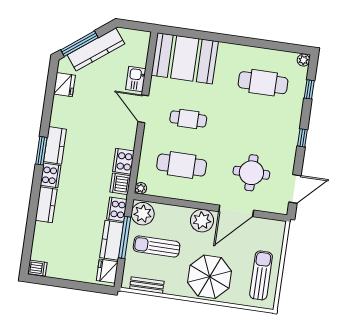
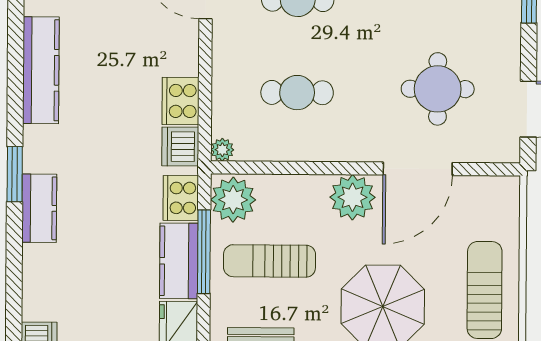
kitchen counter: (55, 145) -> (41, 70), width x1.50
window: (41, 151) -> (15, 174), moved
cafe table: (182, 165) -> (297, 93), width x0.73, depth x0.74
cooker: (51, 175) -> (40, 149), removed

